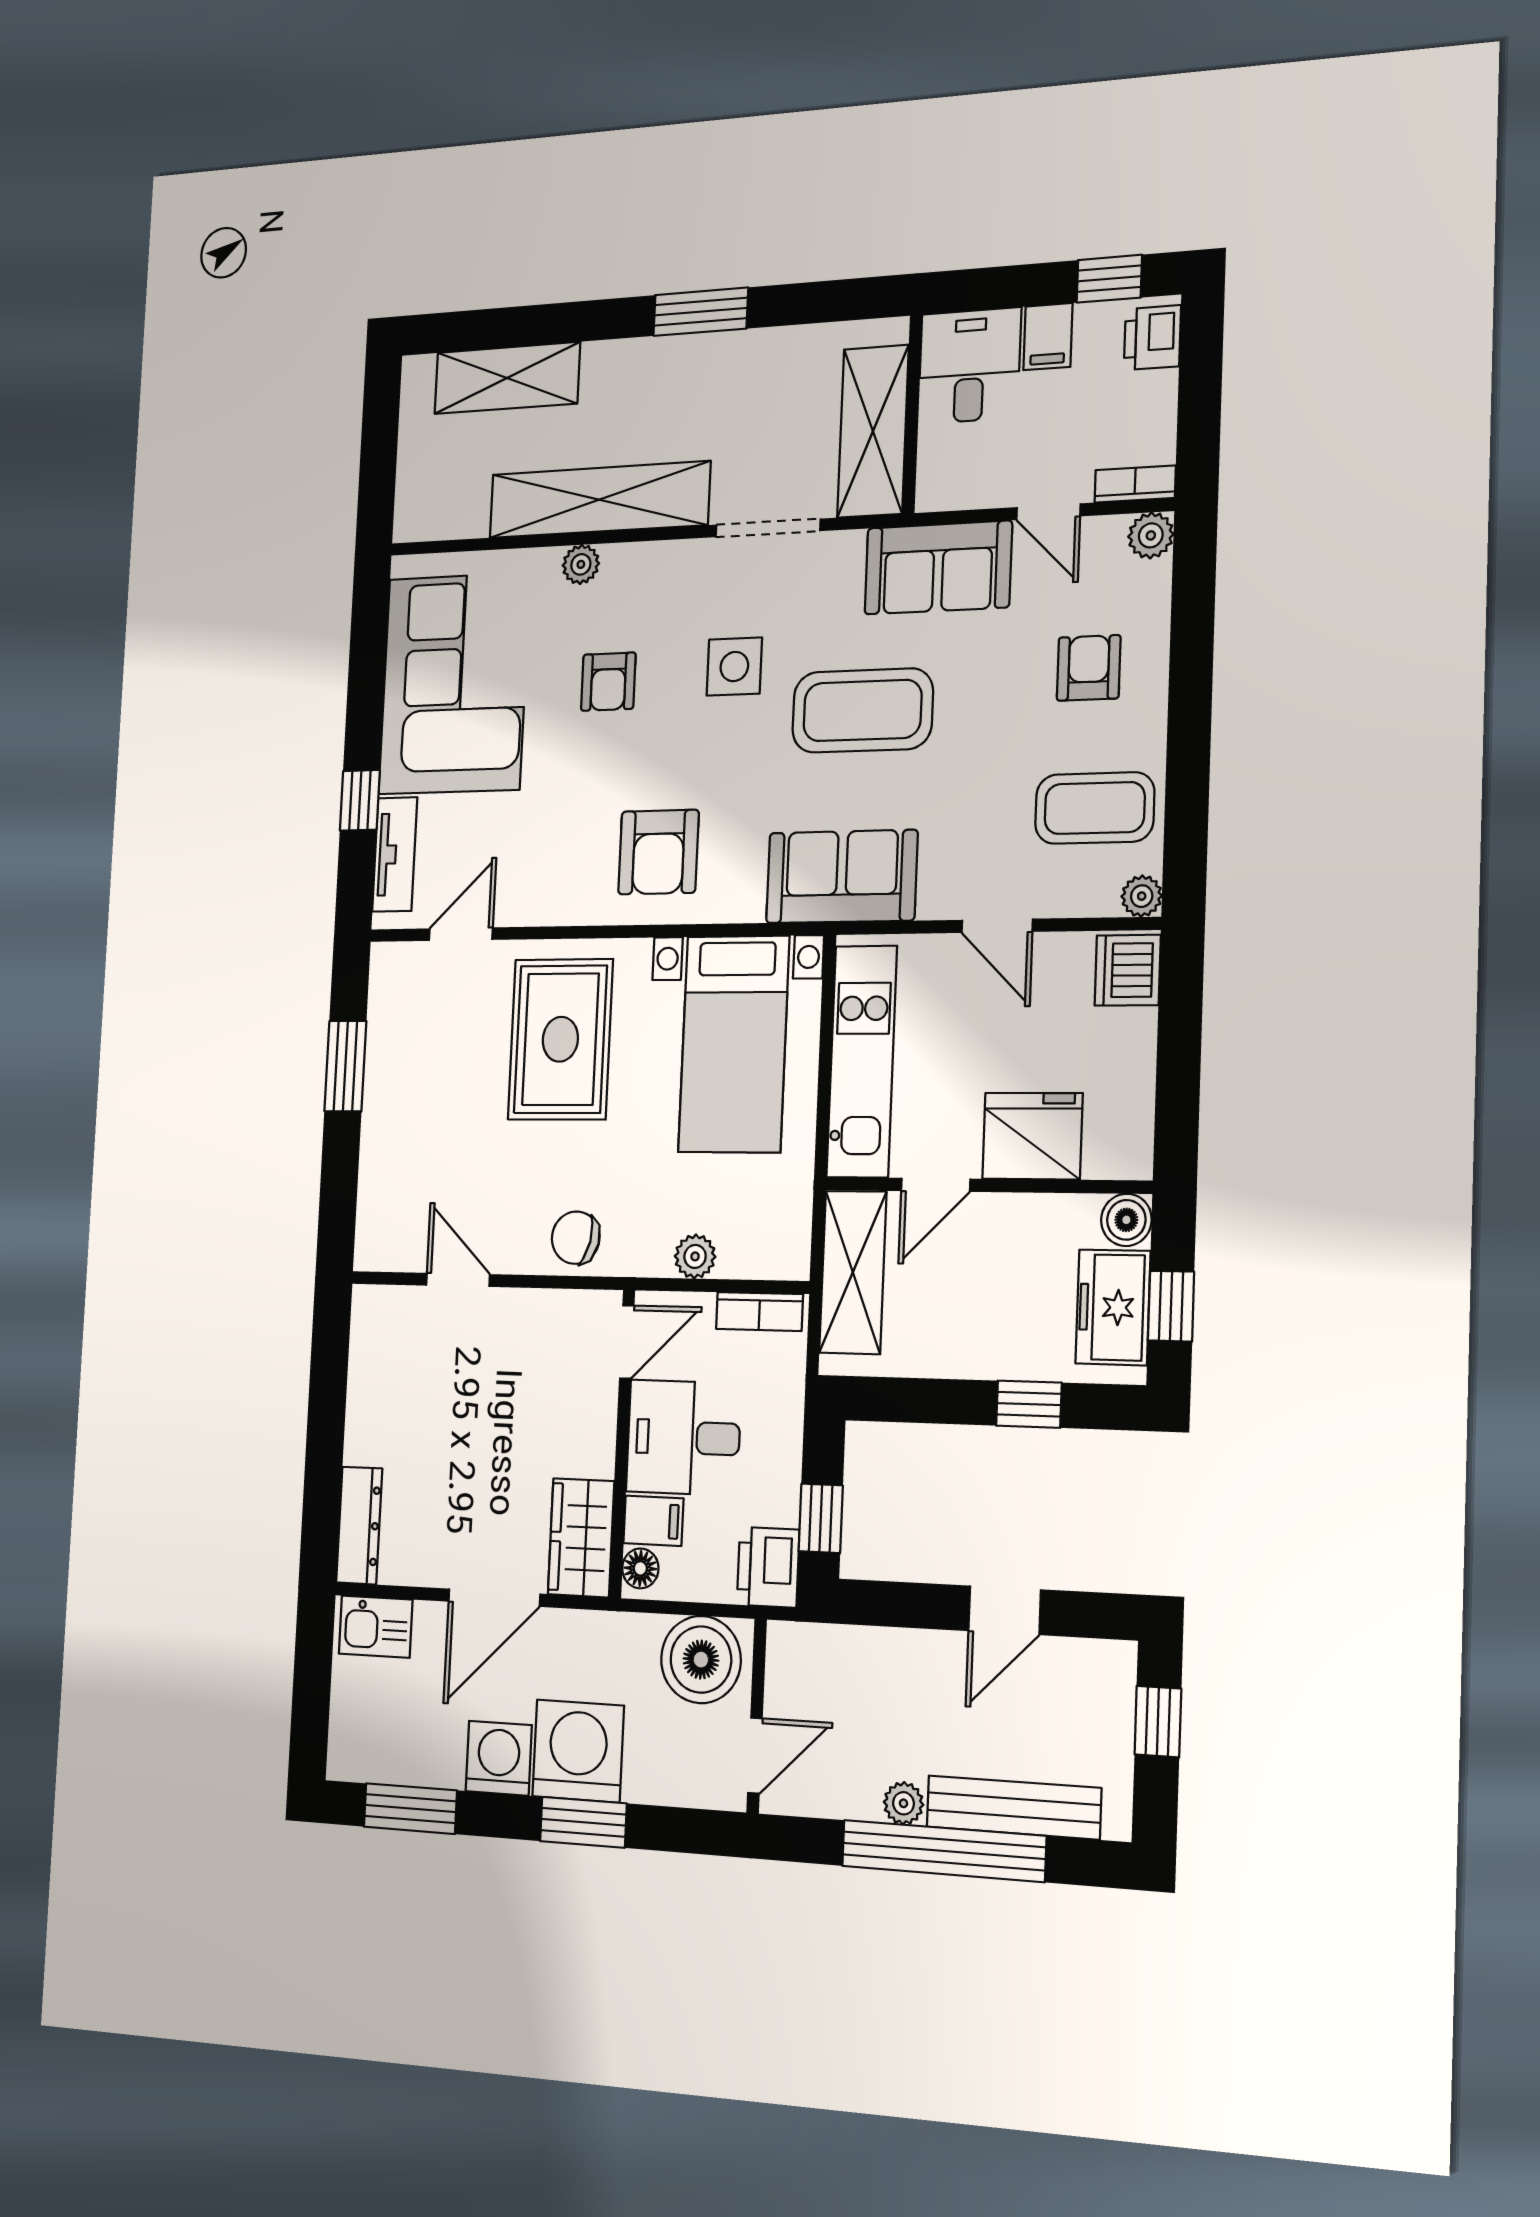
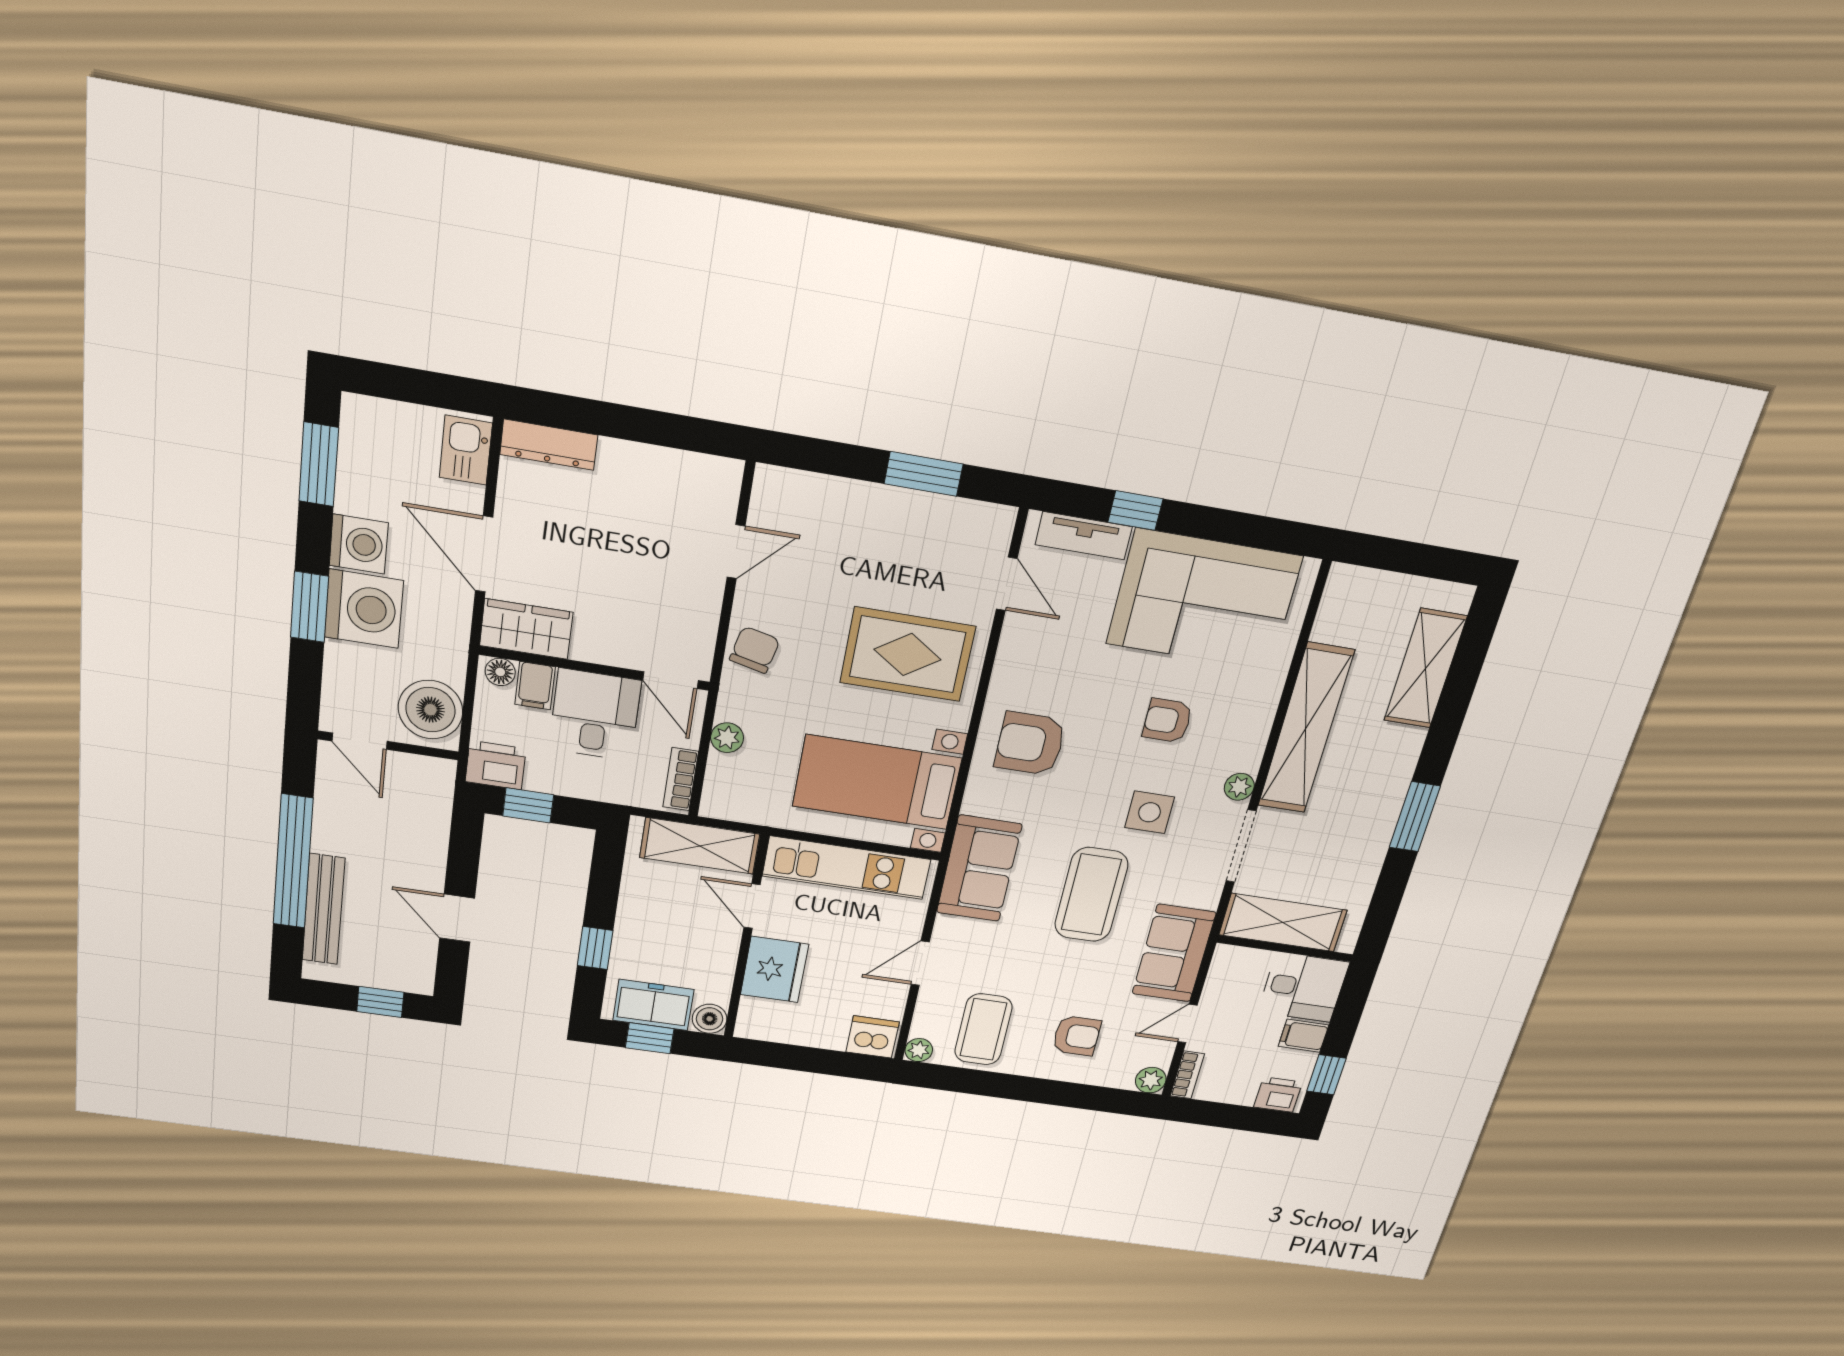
plant: (581, 564) -> (1239, 787), moved
plant: (903, 1803) -> (326, 839), removed

